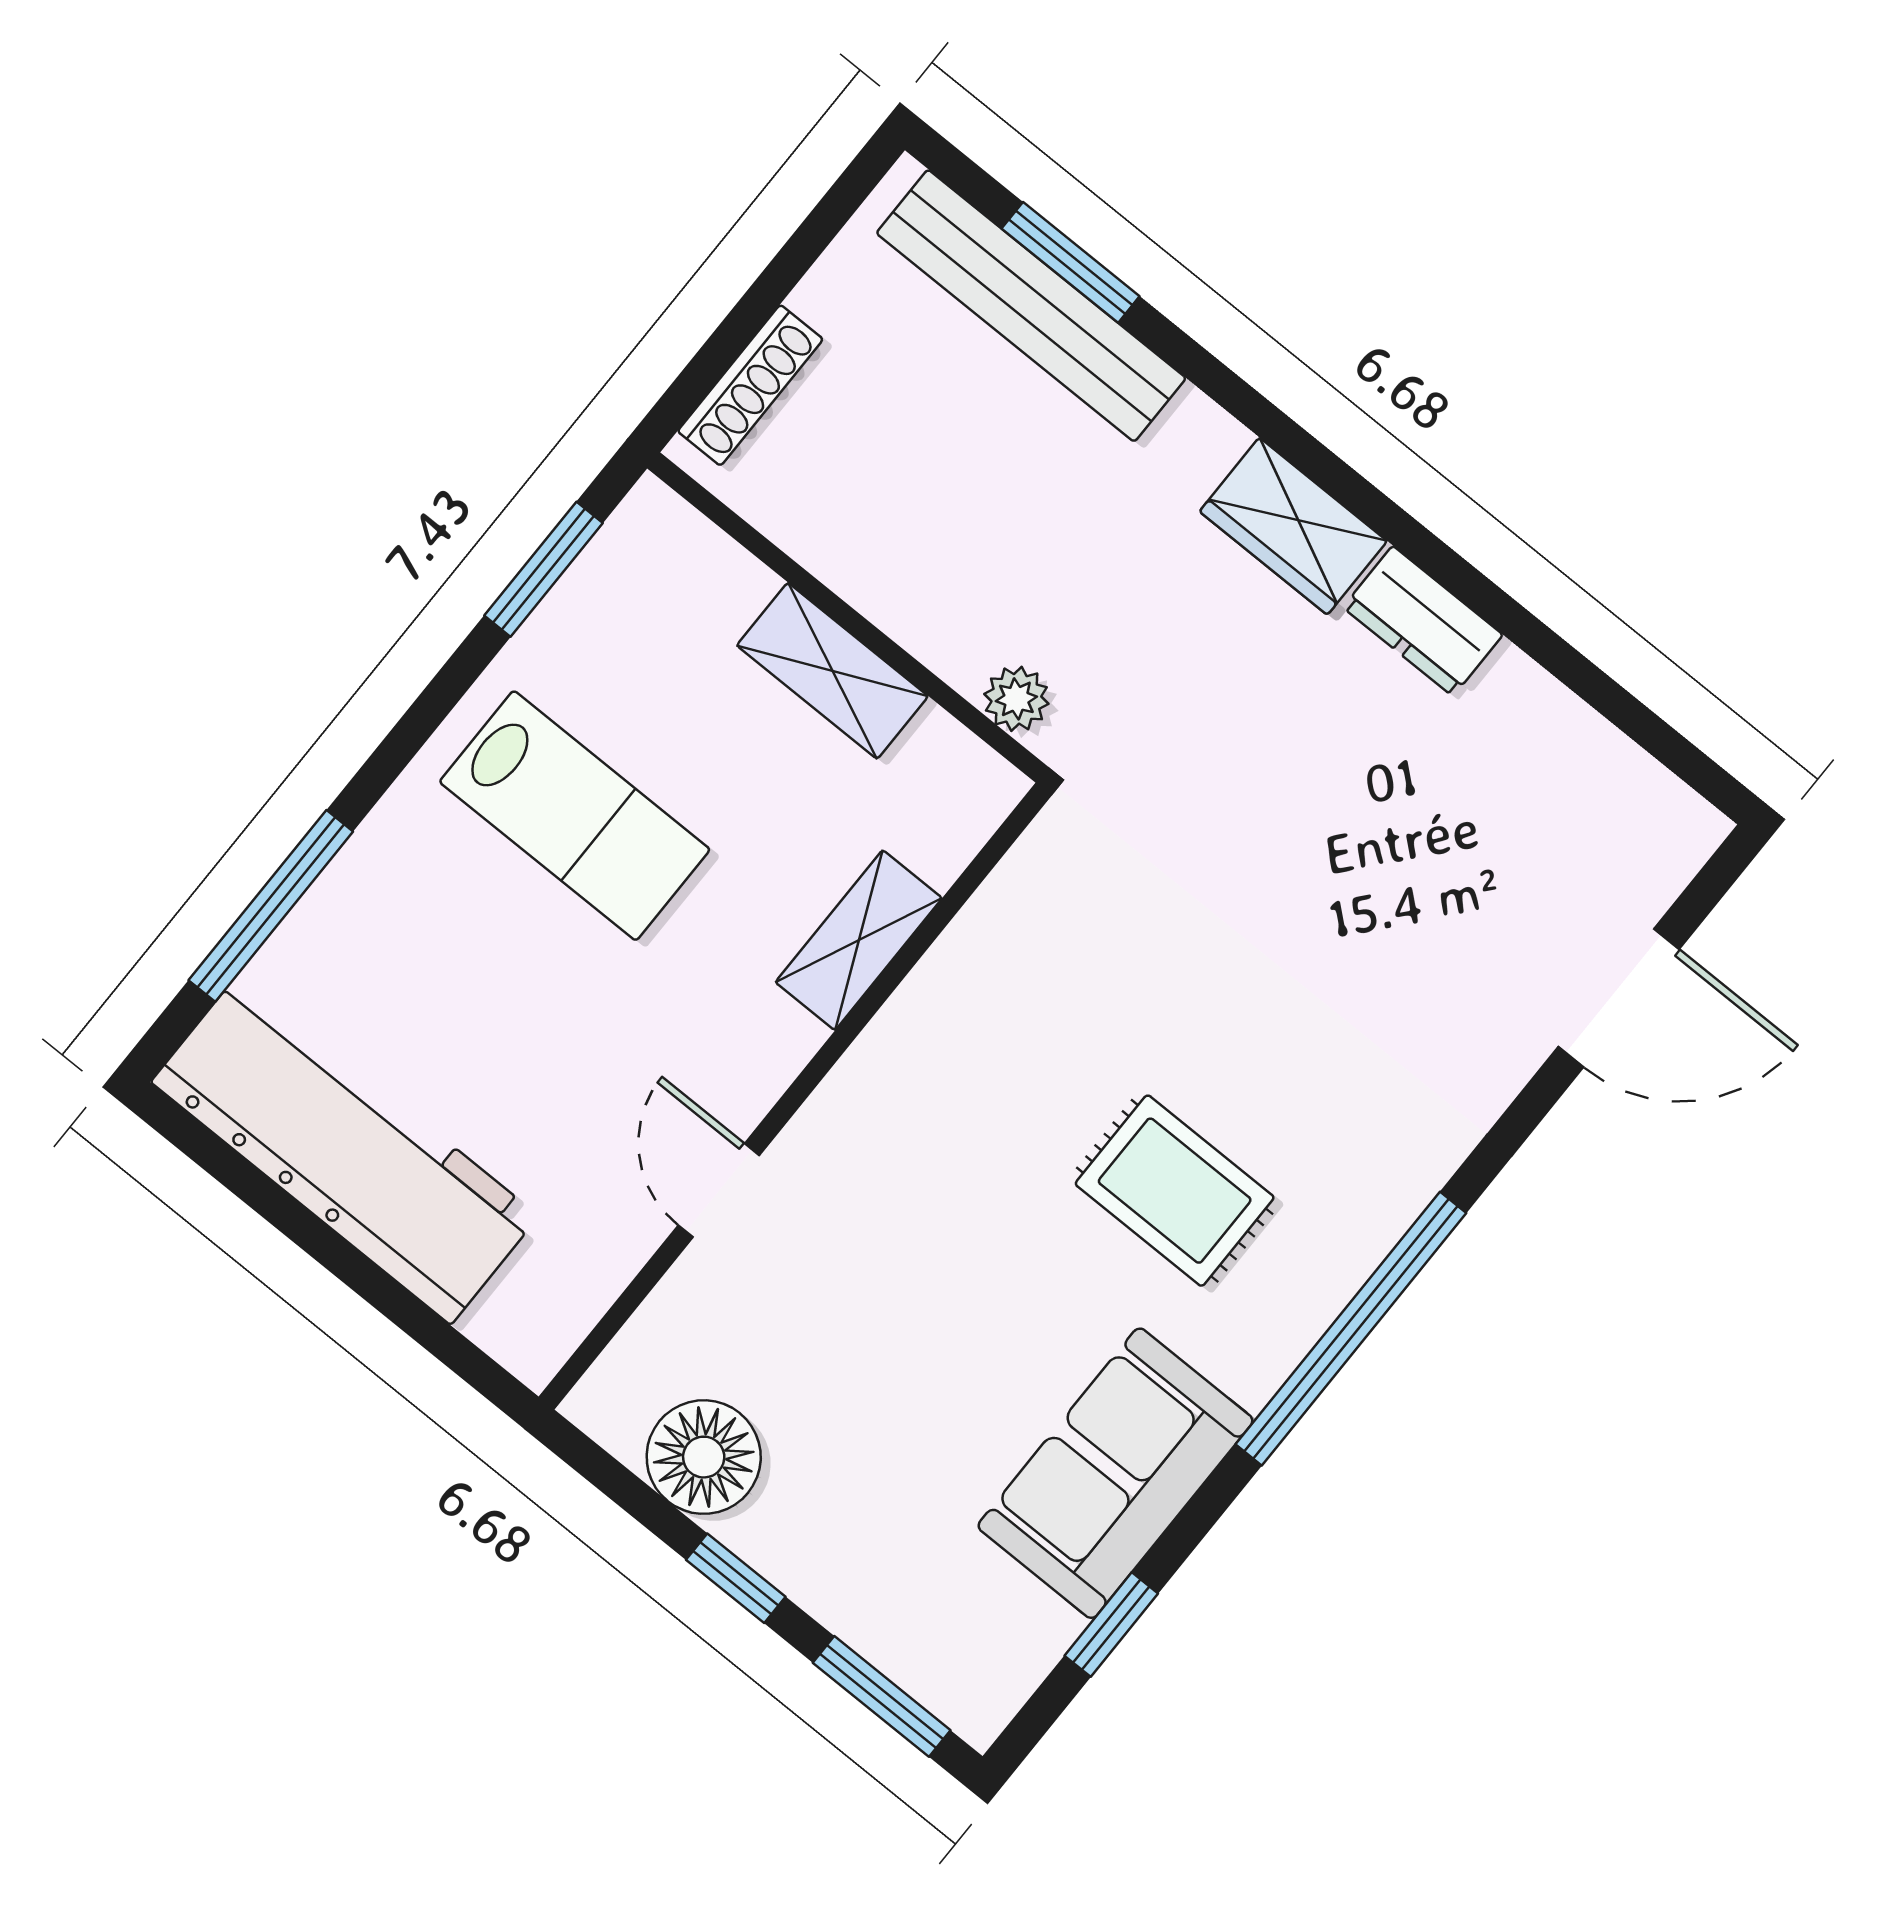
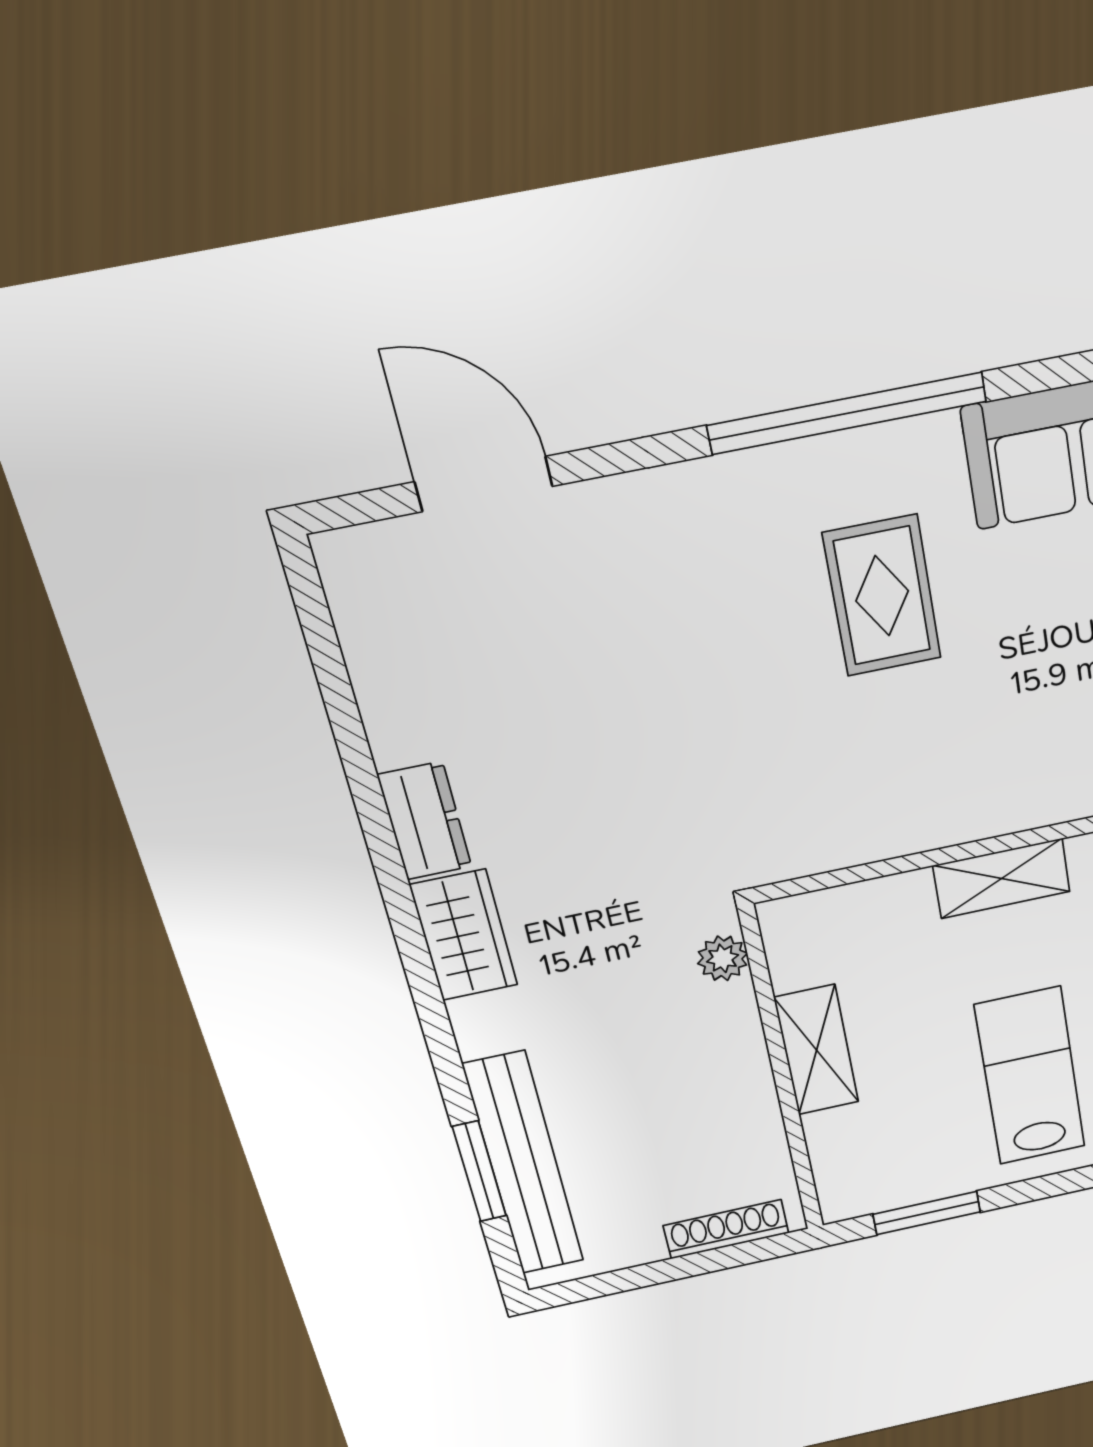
shelving: (859, 940) -> (1002, 879), moved

